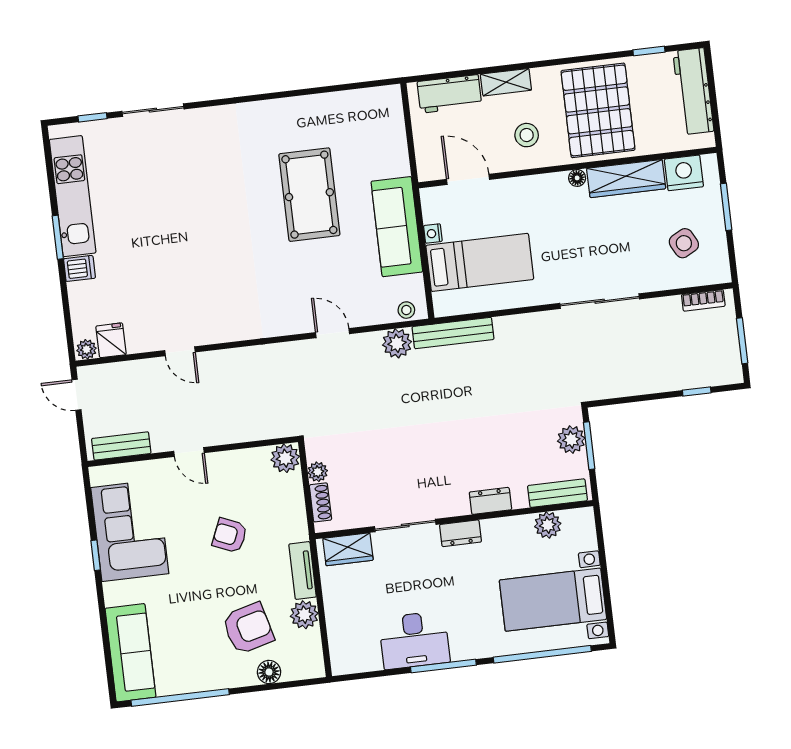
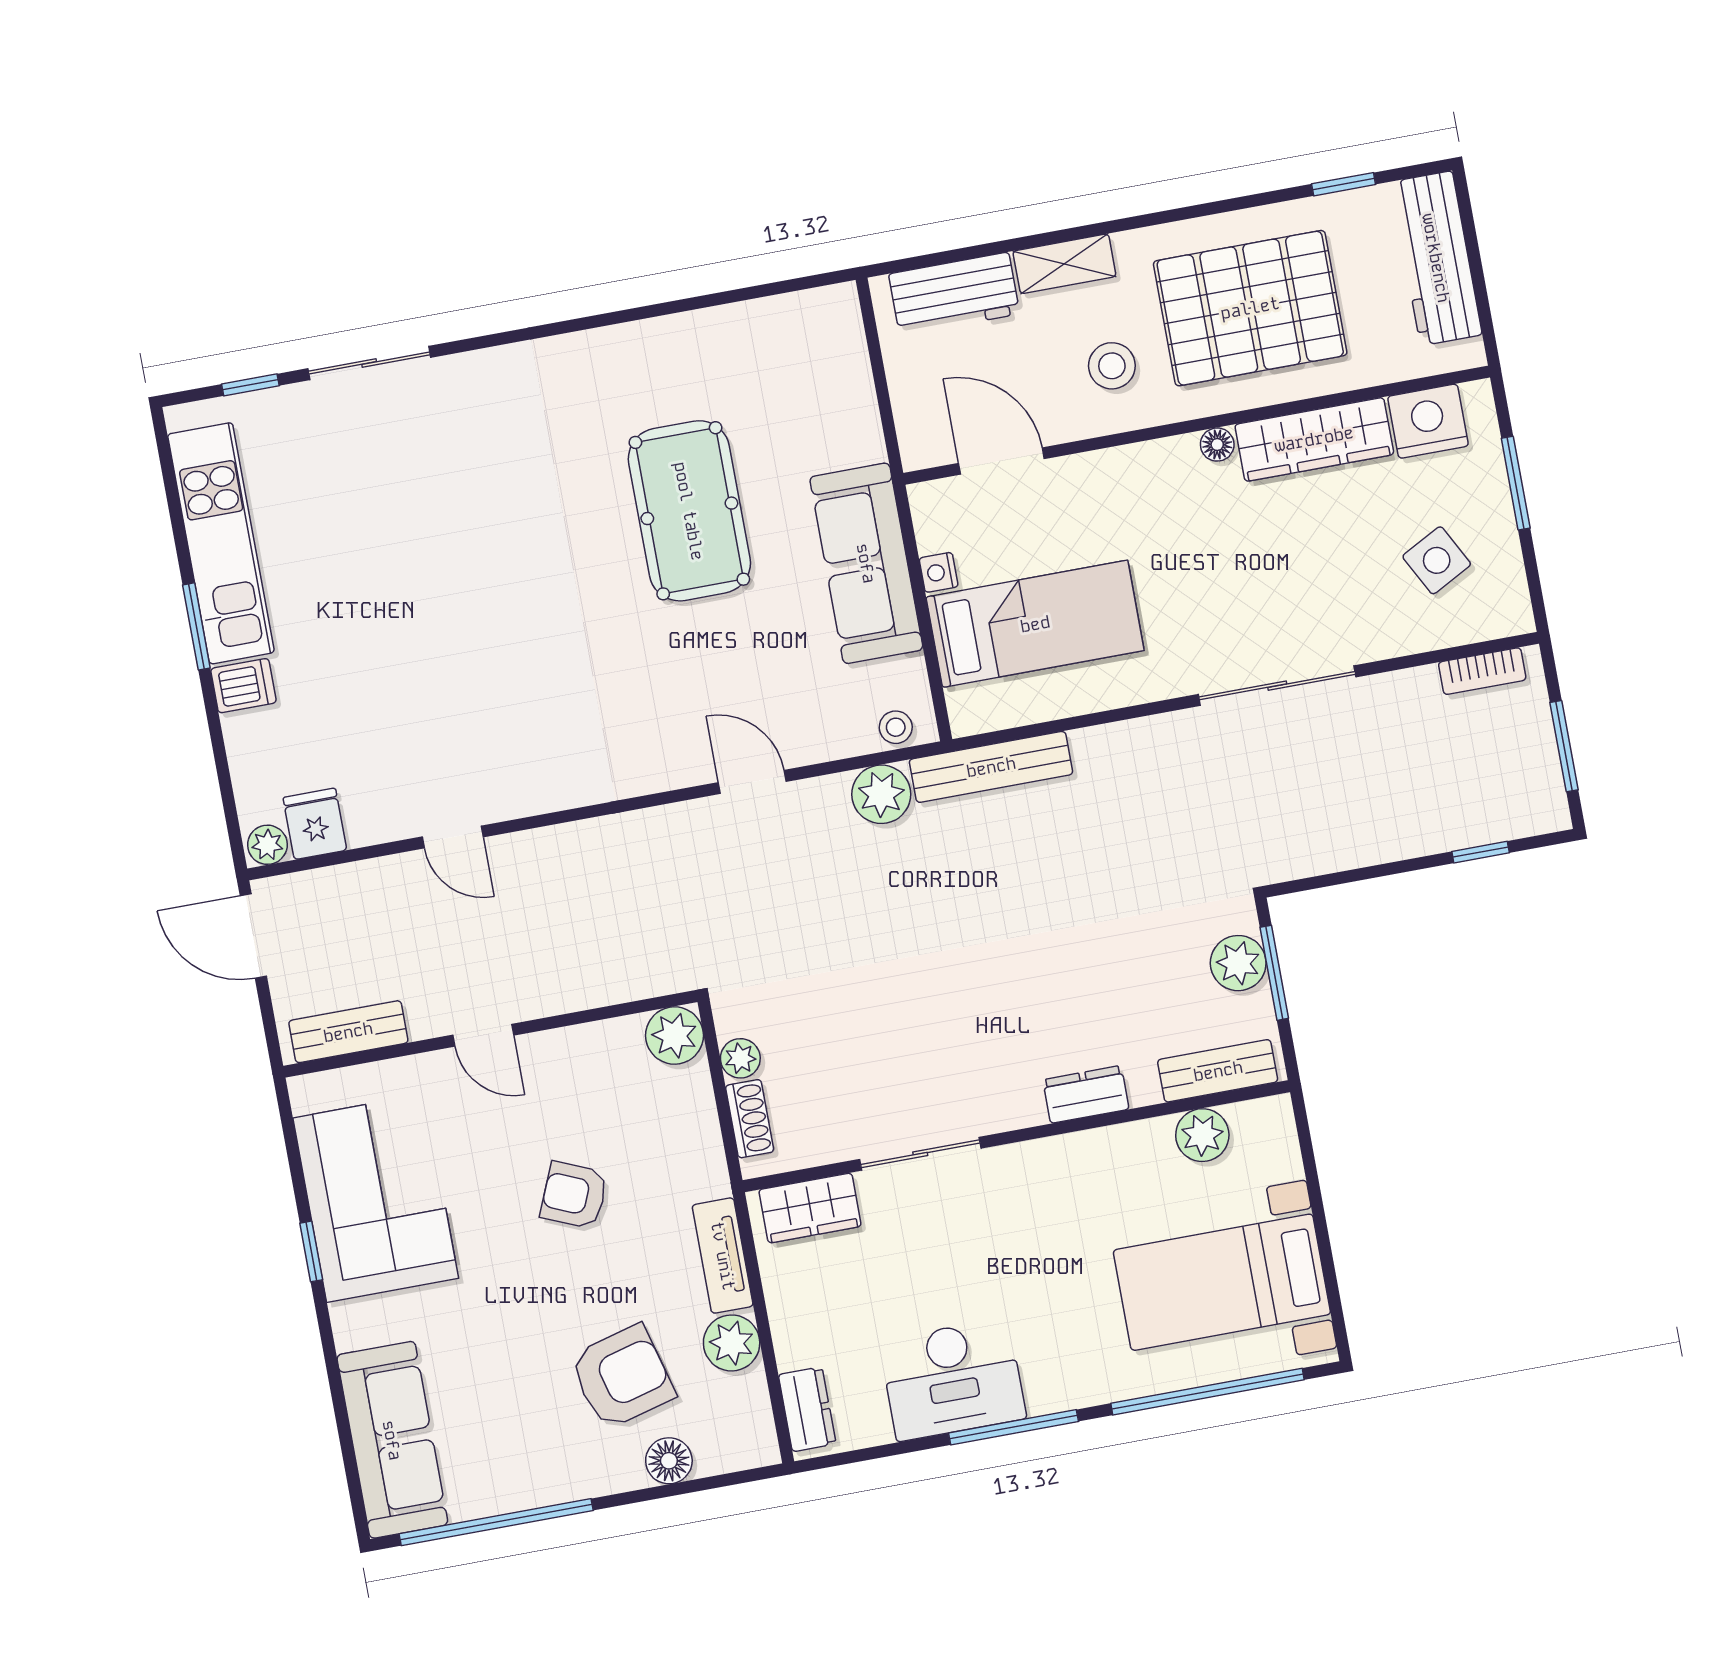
pallet: (598, 110) -> (1250, 308), turned 90
door: (76, 395) -> (253, 936), width x1.38
dresser: (460, 533) -> (807, 1409), moved, turned -90

